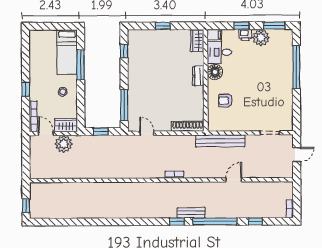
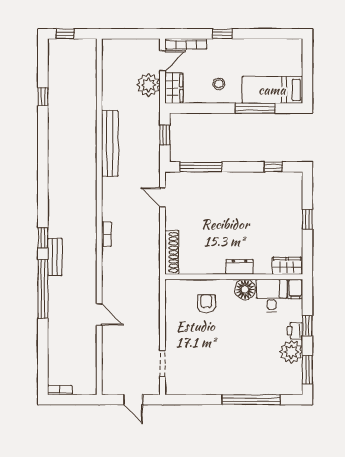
door: (147, 133) -> (163, 197), swing flipped
bench: (220, 141) -> (110, 143), moved
window: (255, 221) -> (43, 97), moved

